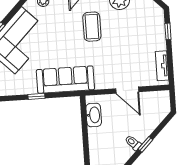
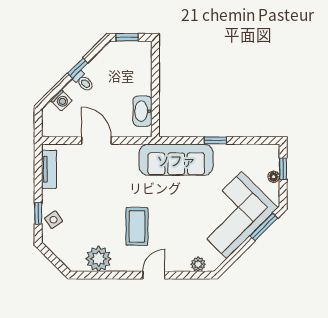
side table: (156, 27) -> (54, 220), added
washing machine: (156, 119) -> (61, 100), added
toilet: (133, 143) -> (84, 82), moved

